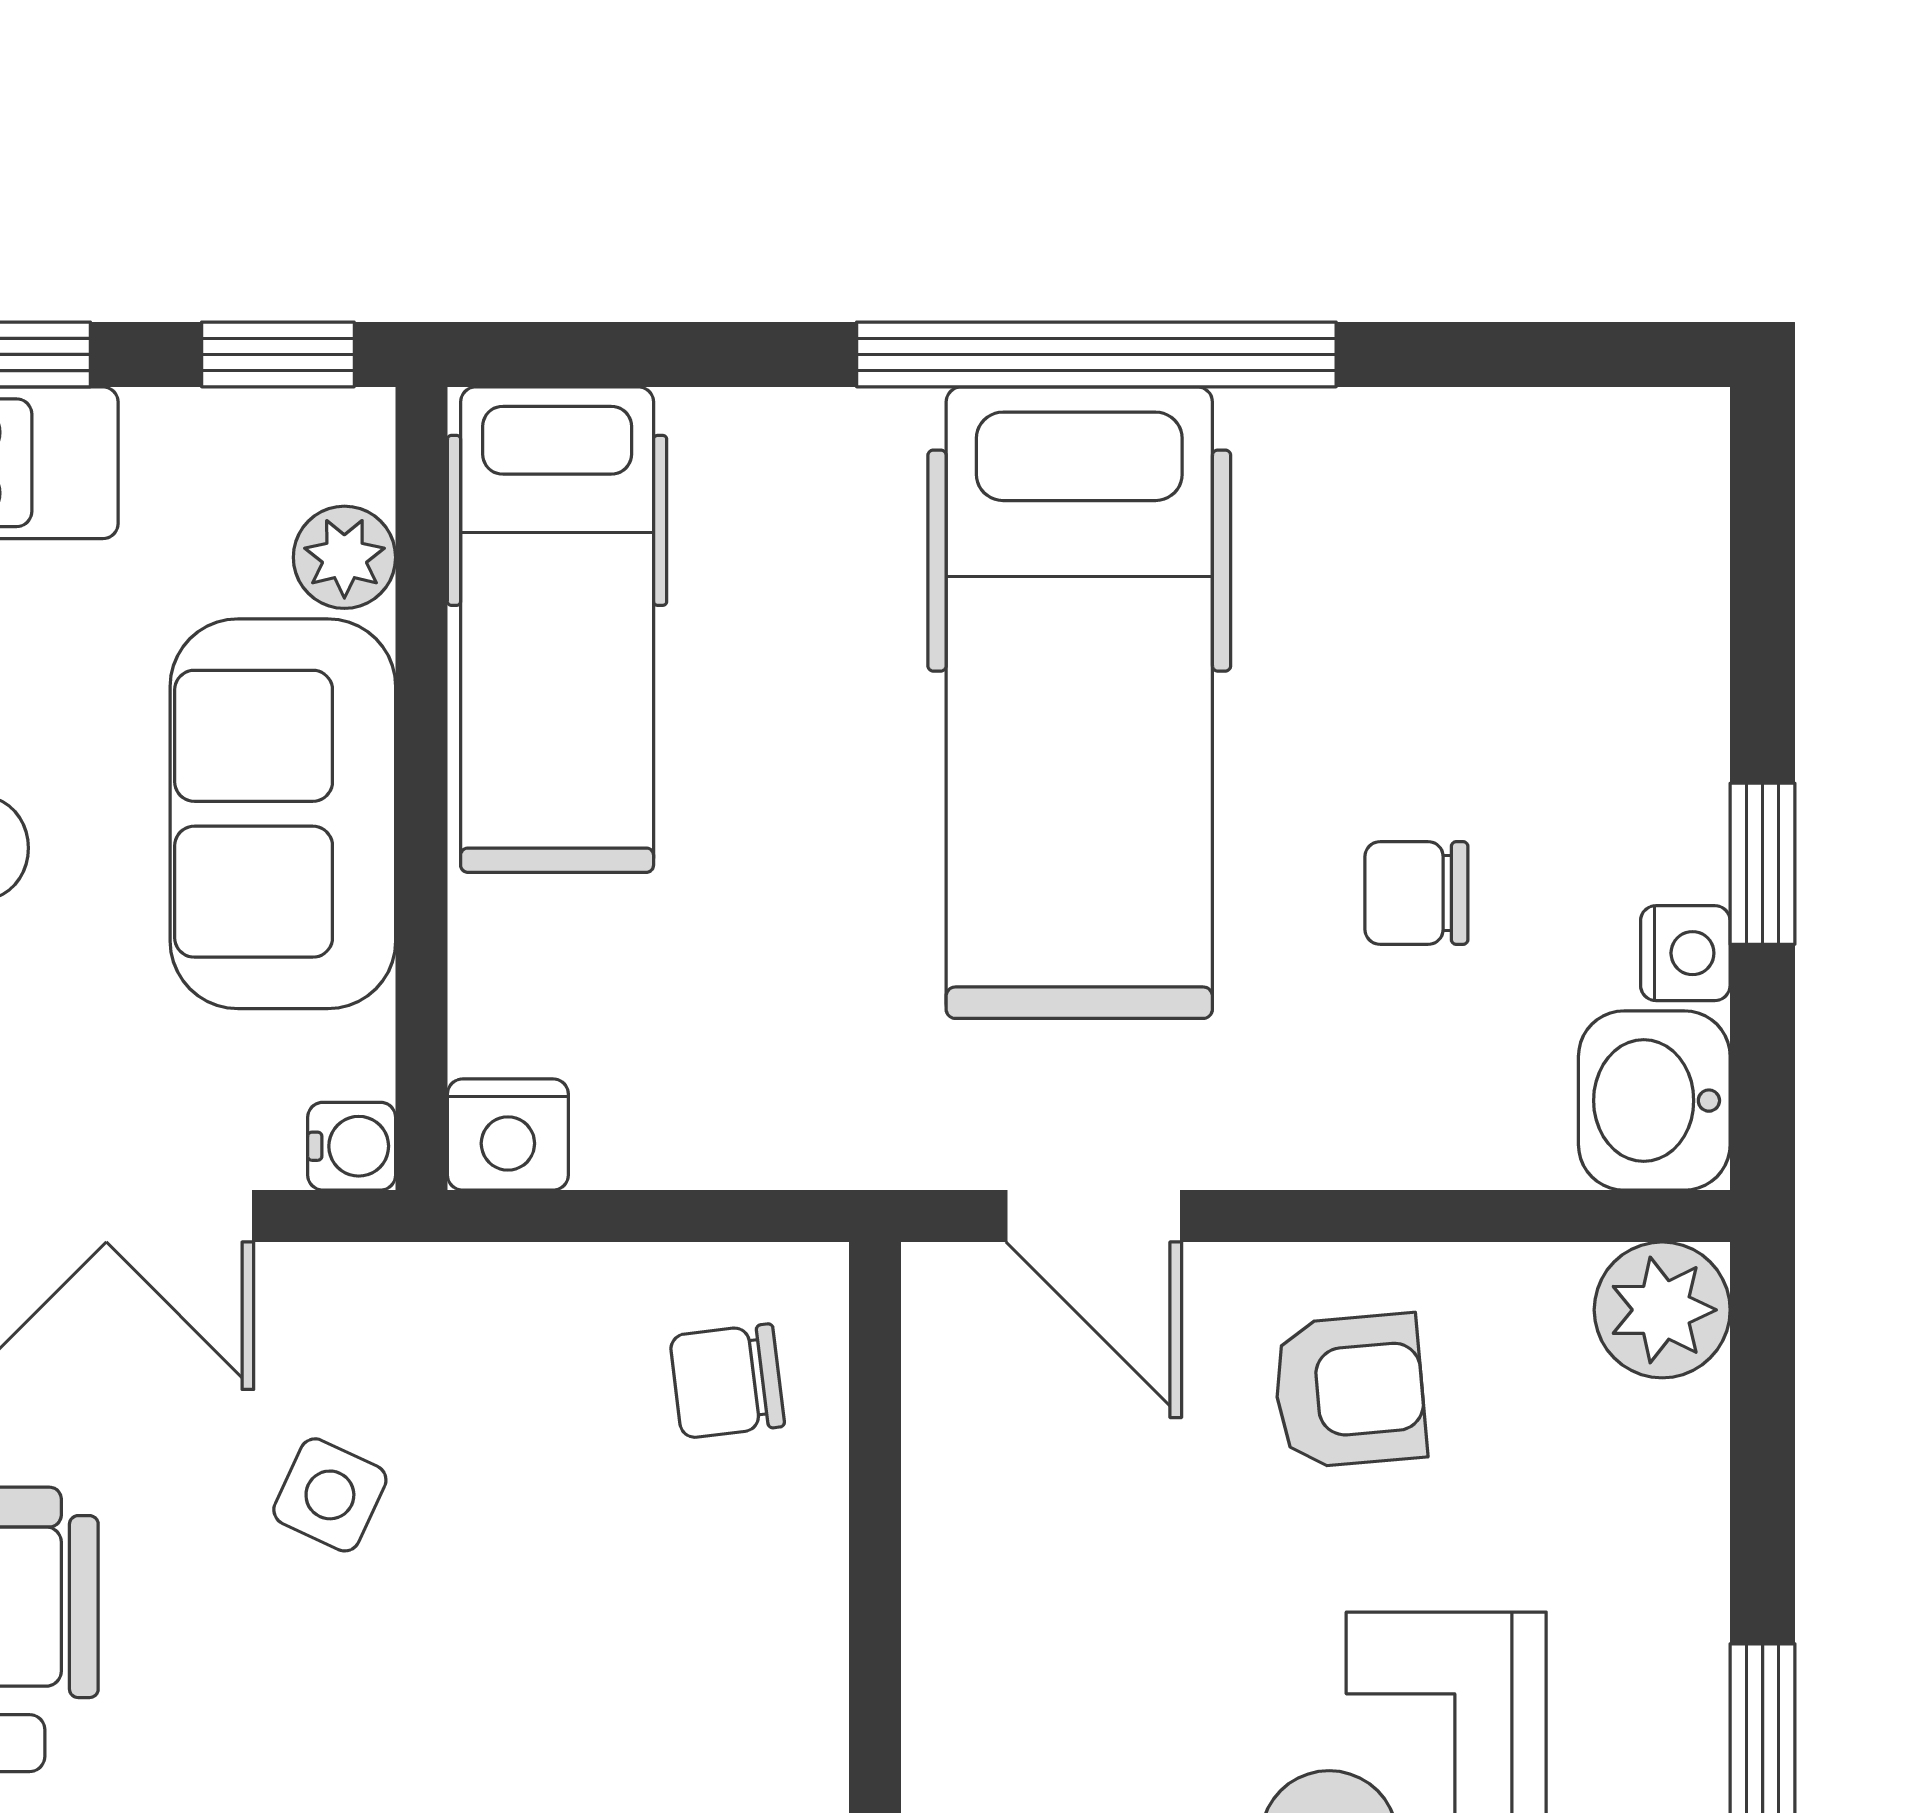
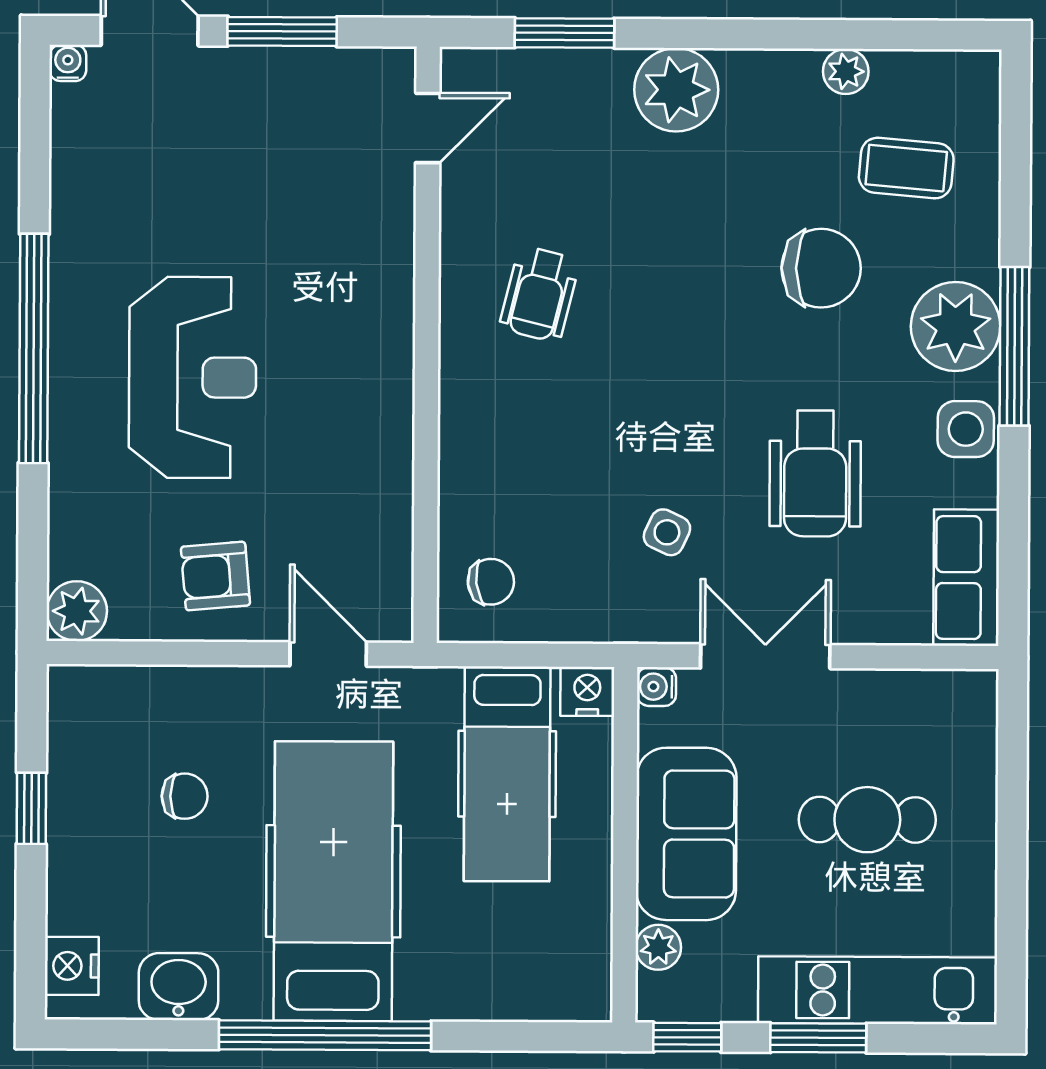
hospital bed: (557, 630) -> (507, 774), moved, turned 180
nightstand: (1685, 953) -> (72, 966), moved, width x1.39, depth x1.35
washbasin: (1654, 1101) -> (179, 987), moved, turned -90

